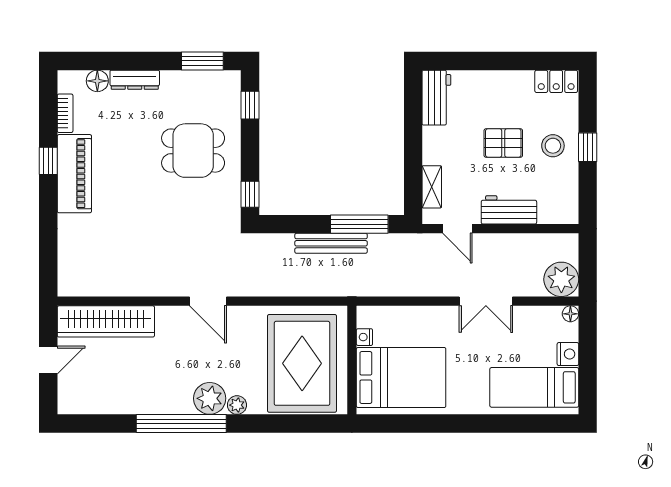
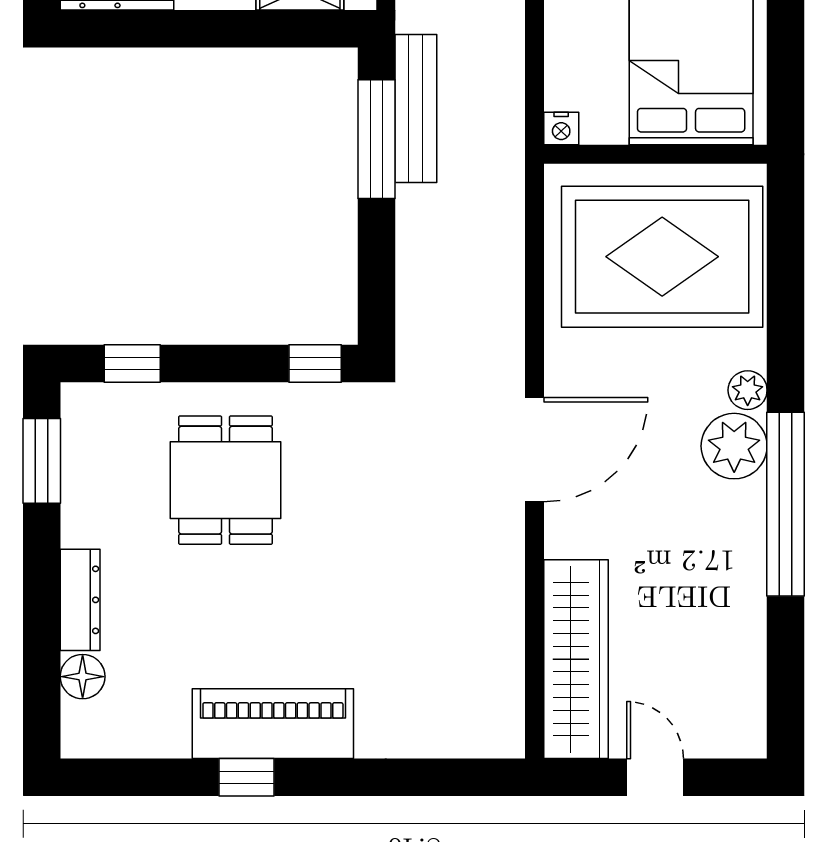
bookcase: (65, 113) -> (149, 743), removed
bench: (331, 243) -> (416, 108), moved
door: (208, 301) -> (534, 450), width x1.36
nightstand: (364, 337) -> (561, 129), moved

